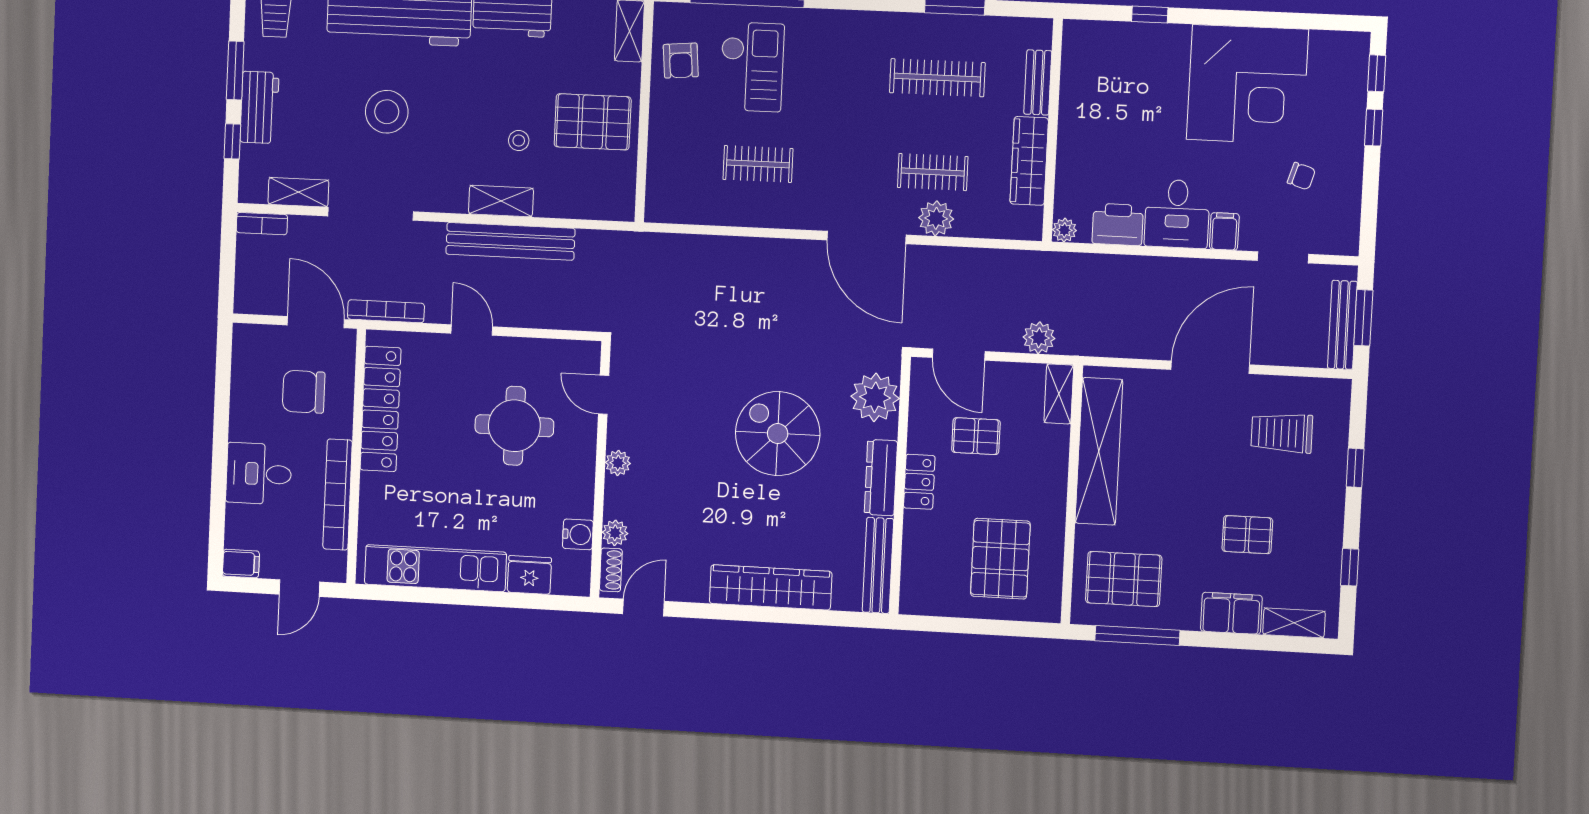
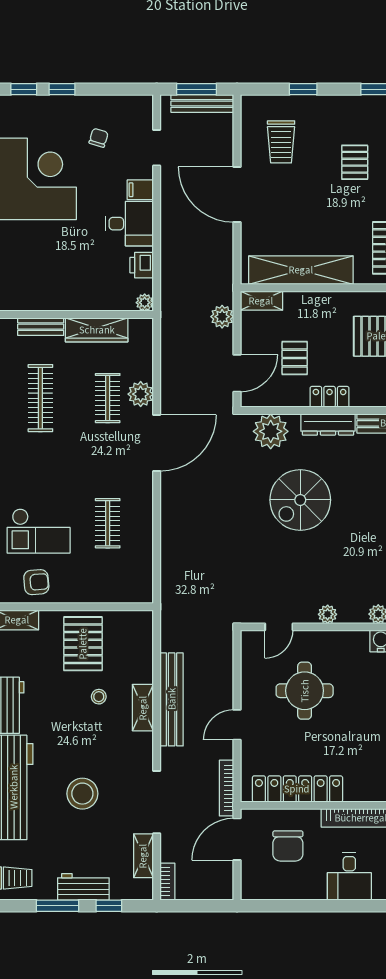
checkout: (752, 67) -> (39, 531), turned 180
printer: (1118, 224) -> (142, 265), width x0.73, depth x0.81

